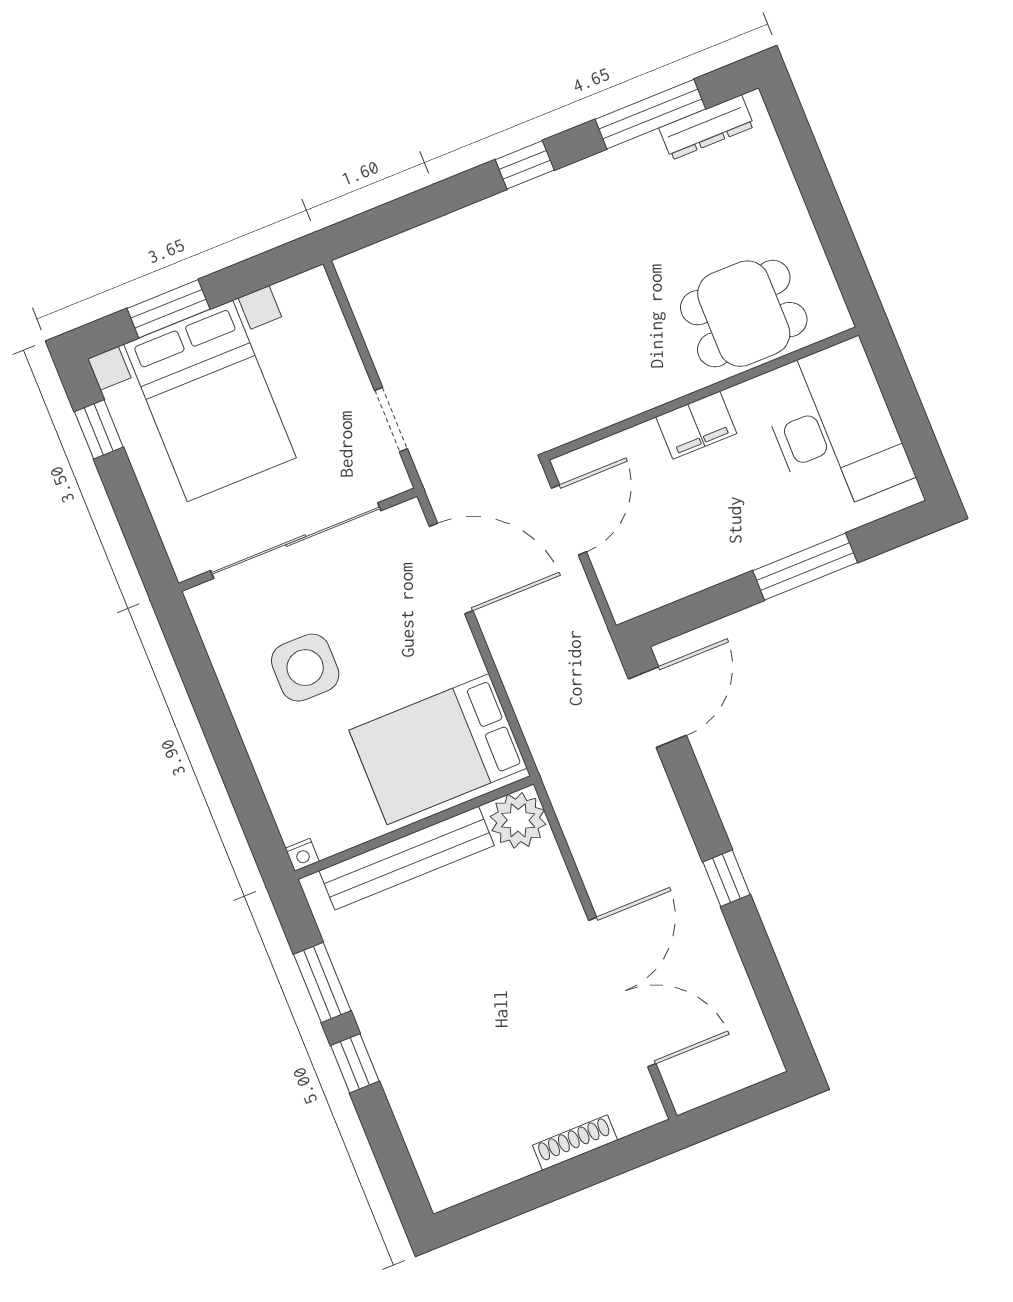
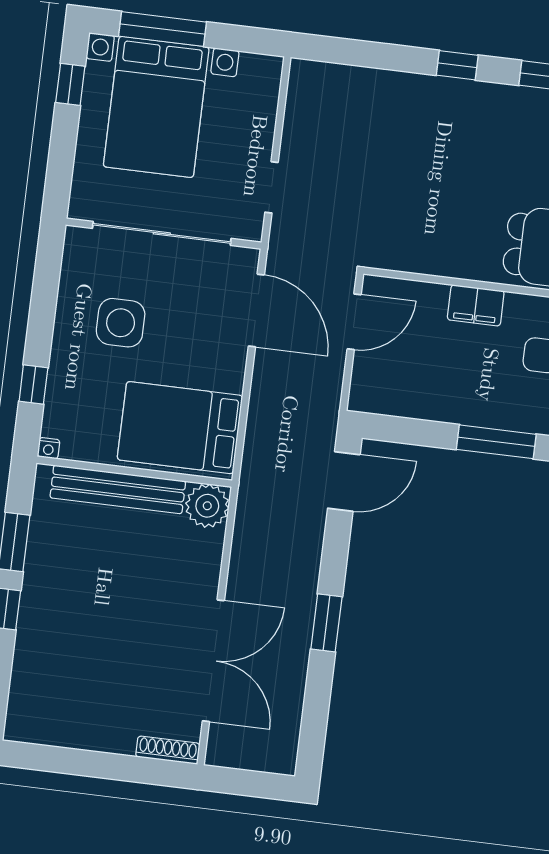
window: (168, 309) -> (163, 29), width x1.44
window: (245, 792) -> (33, 385), added
window: (727, 878) -> (326, 623), width x1.50
shoe rack: (575, 1143) -> (168, 750), moved

